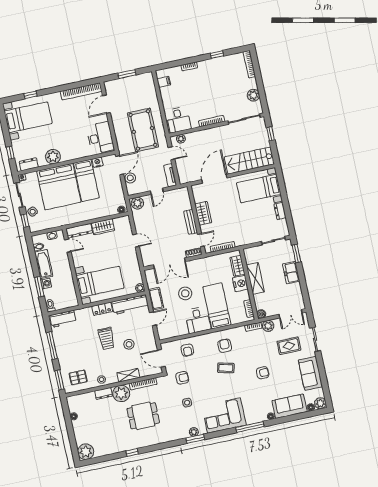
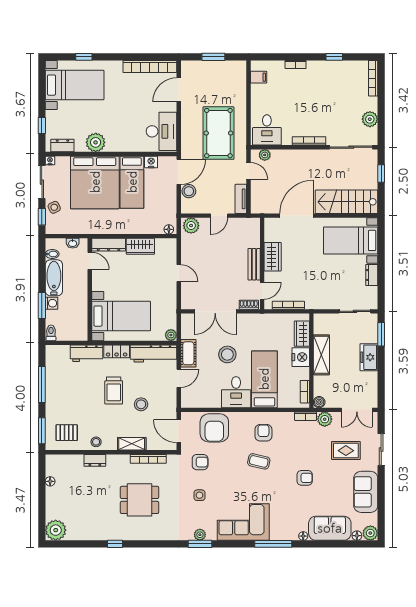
workbench: (63, 319) -> (87, 353), moved
armchair: (187, 350) -> (214, 428), width x1.88, depth x1.88
plant: (121, 393) -> (117, 465), removed

